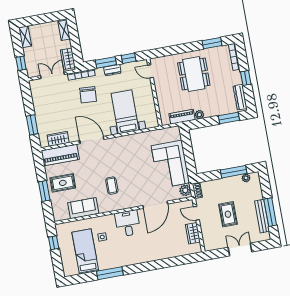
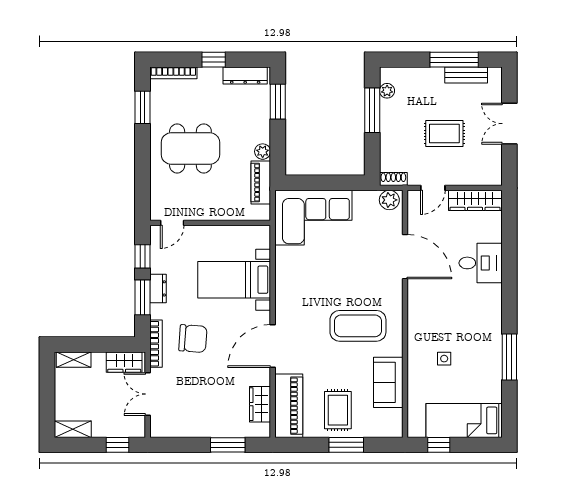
corner sofa: (170, 164) -> (313, 218), moved
coffee table: (112, 186) -> (358, 326), width x1.86, depth x1.72
bench: (262, 216) -> (466, 75), width x0.73
desk: (128, 223) -> (481, 263), moved, turned 180
wardrobe: (193, 233) -> (475, 200), width x1.50
bed: (85, 252) -> (464, 420), moved

